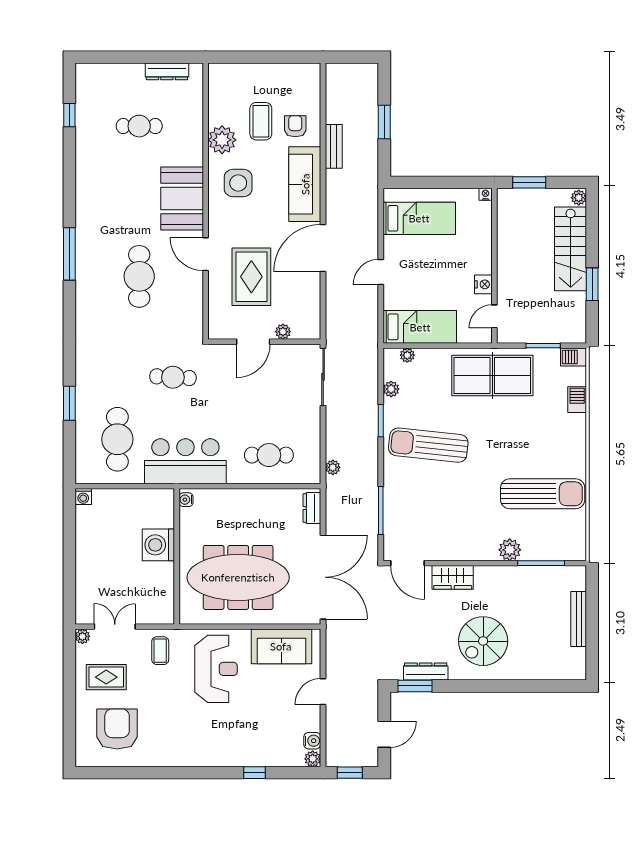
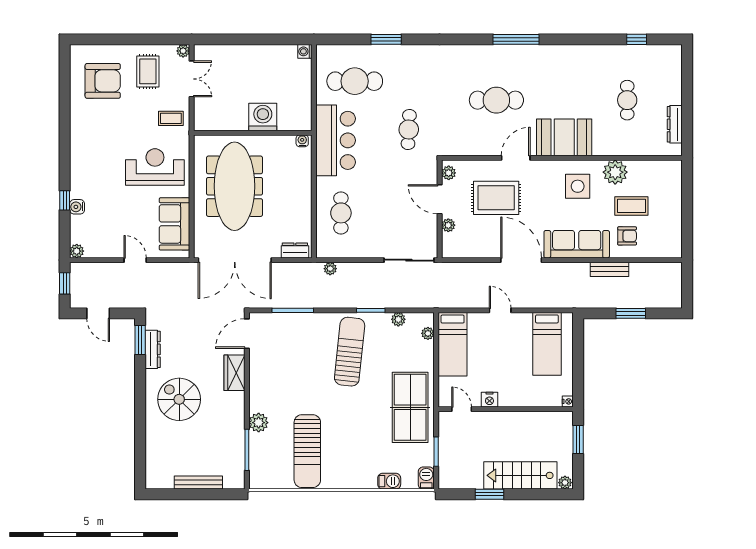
plant: (223, 331) -> (449, 173), added
reception desk: (216, 669) -> (155, 167), turned 180
water cooler: (312, 741) -> (77, 207), moved, turned 90

